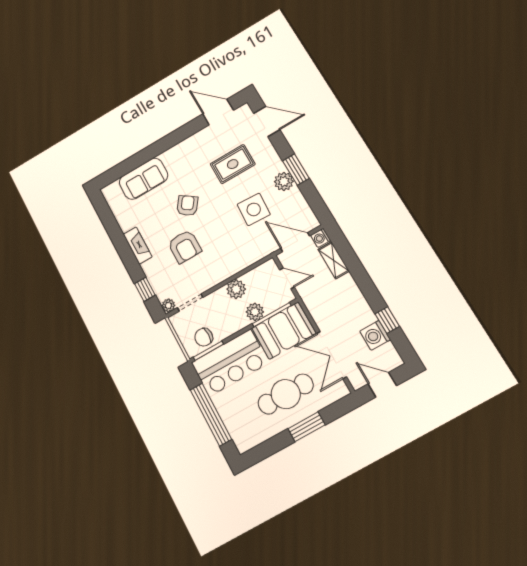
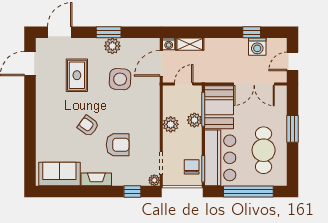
sofa: (143, 179) -> (59, 174), moved, turned -90
chair: (204, 337) -> (192, 167), turned 180
cafe table: (286, 394) -> (264, 150), moved

